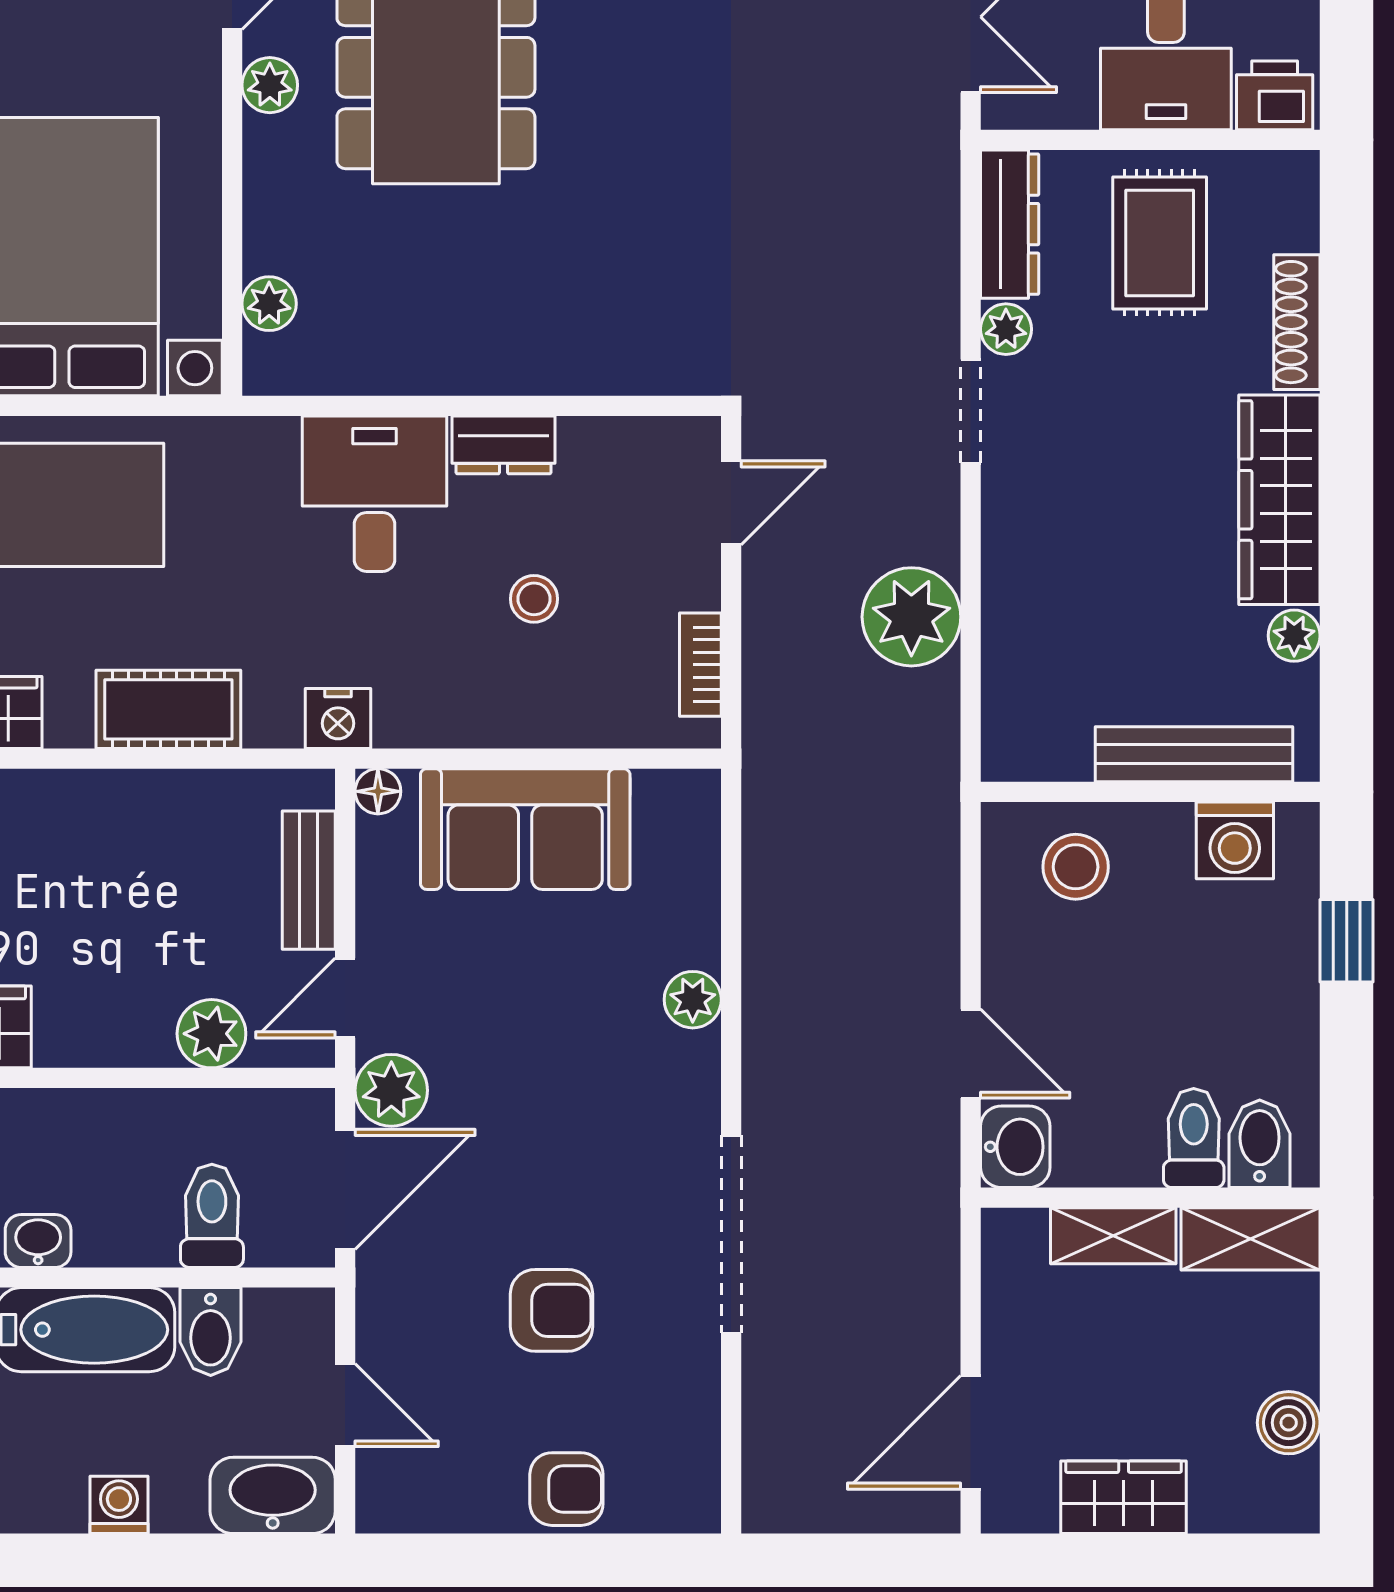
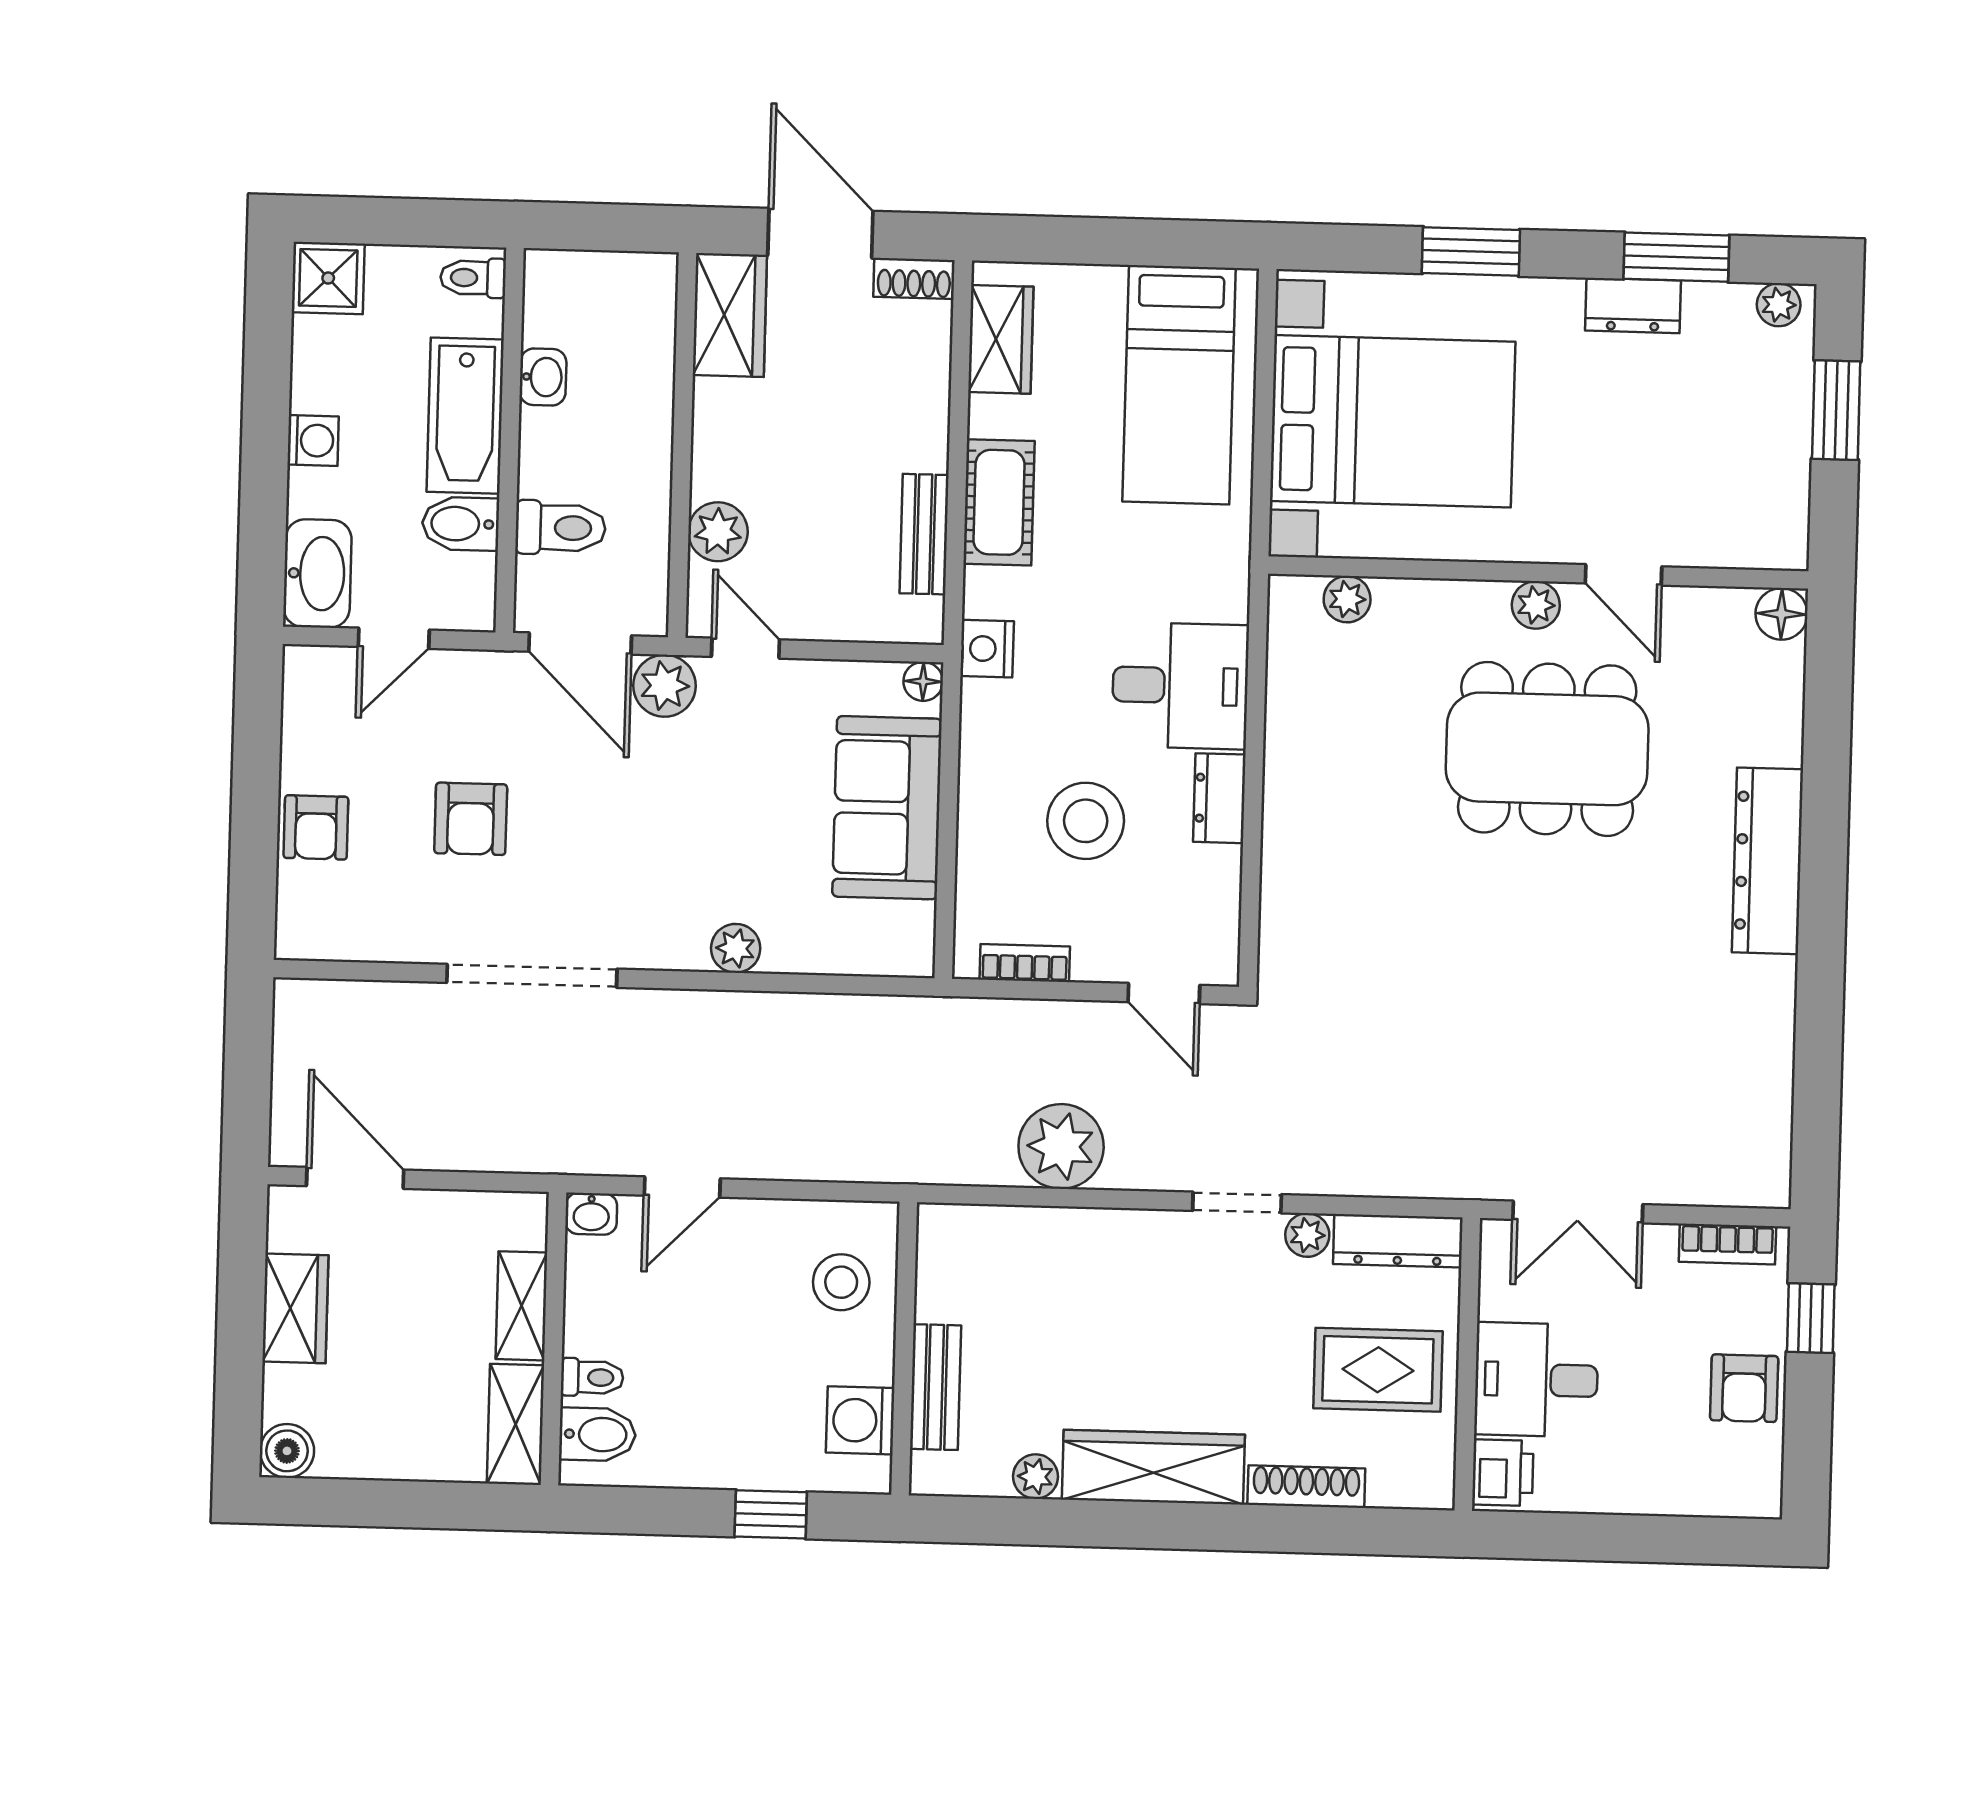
stool: (534, 599) -> (1086, 821), width x1.89, depth x1.89
bench: (1194, 754) -> (936, 1387), width x0.73
bench: (309, 880) -> (924, 534), moved, turned 90
toilet: (1194, 1138) -> (592, 1377), width x0.73, depth x0.72
washbasin: (1015, 1147) -> (591, 1214), width x0.72, depth x0.69
boiler: (1289, 1423) -> (287, 1451), moved

